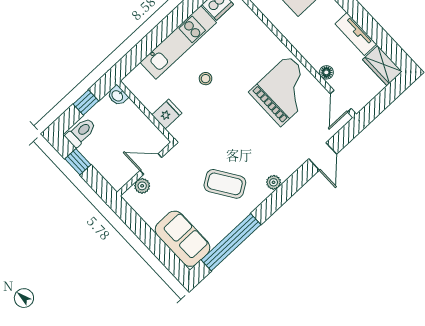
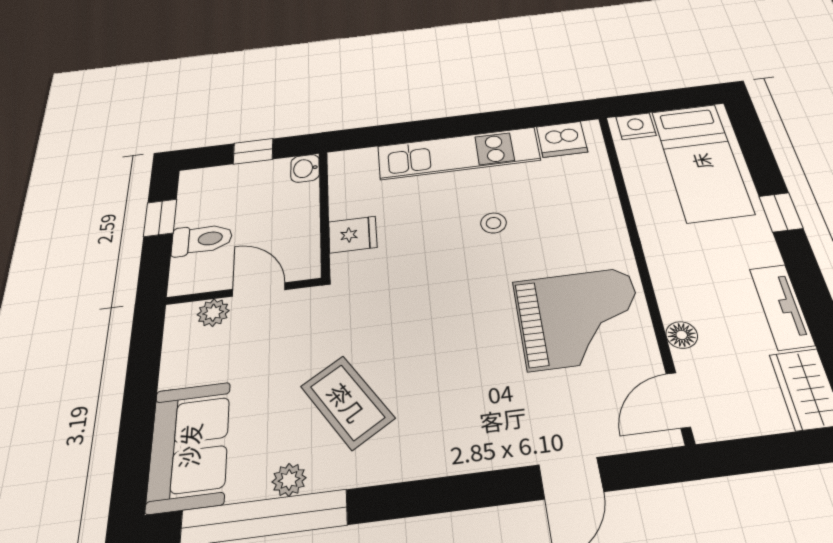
stool: (206, 79) -> (493, 223), moved
toilet: (81, 132) -> (202, 239), moved
plant: (274, 182) -> (289, 480), moved

